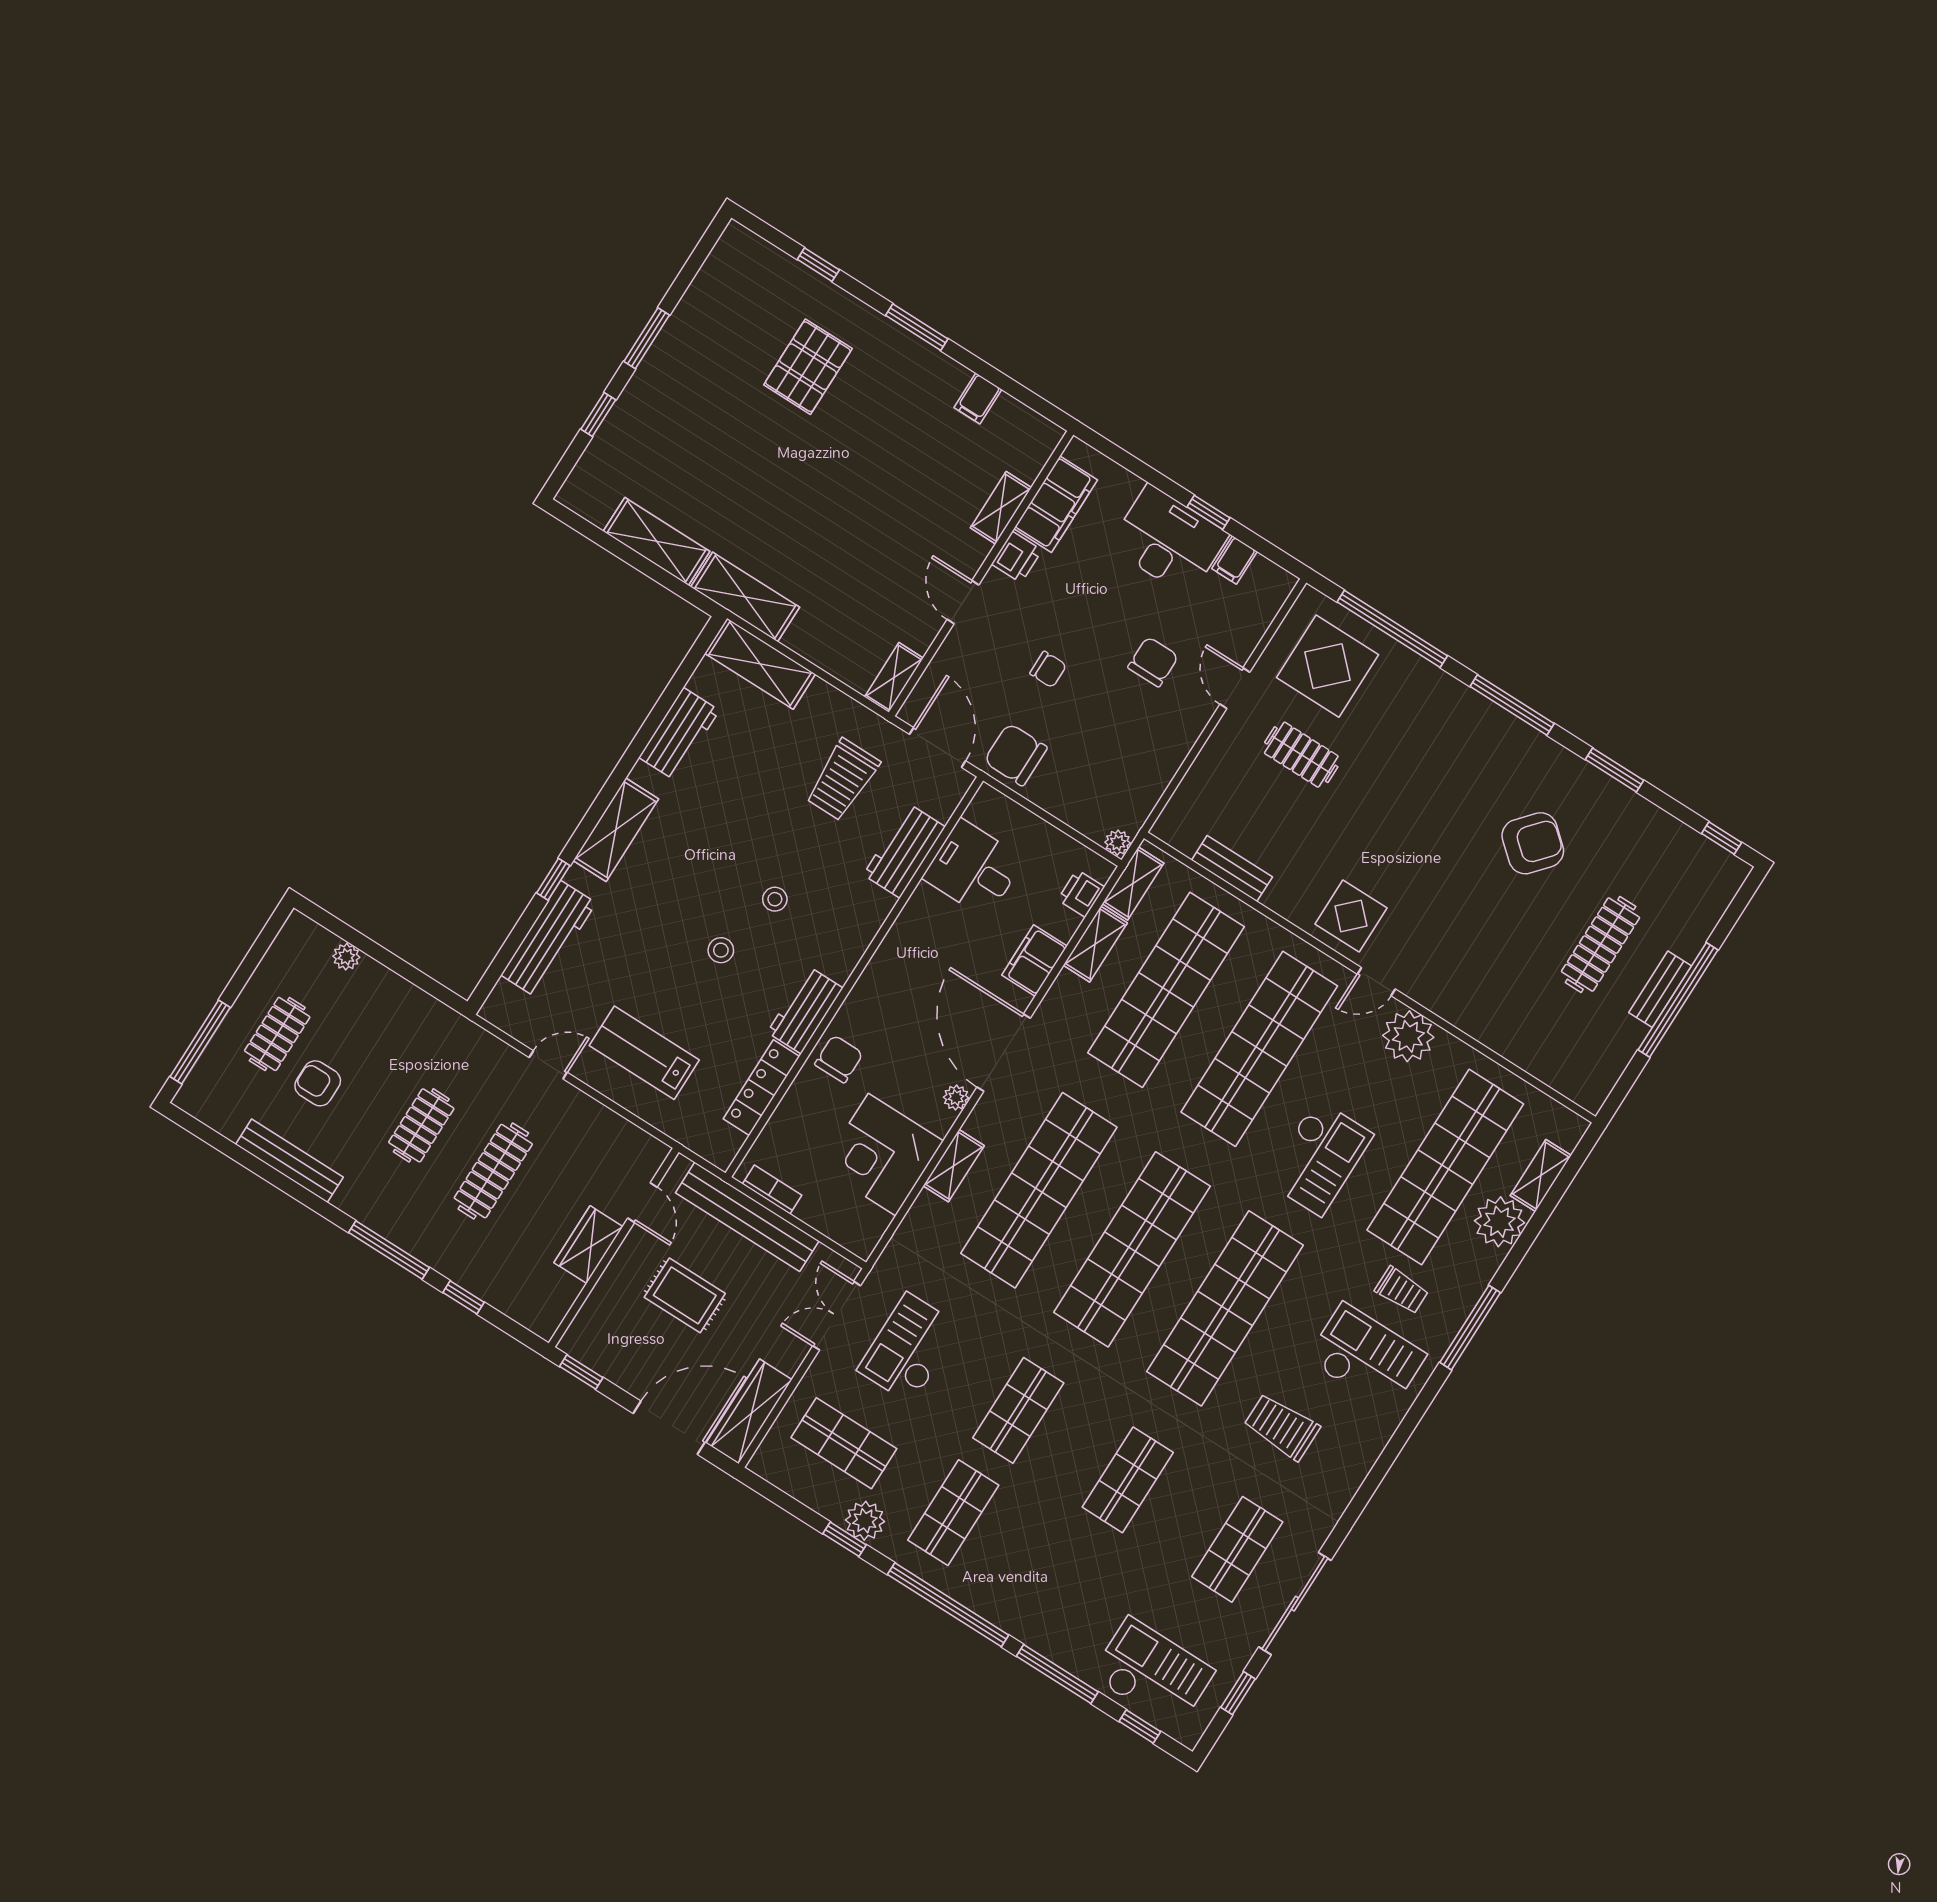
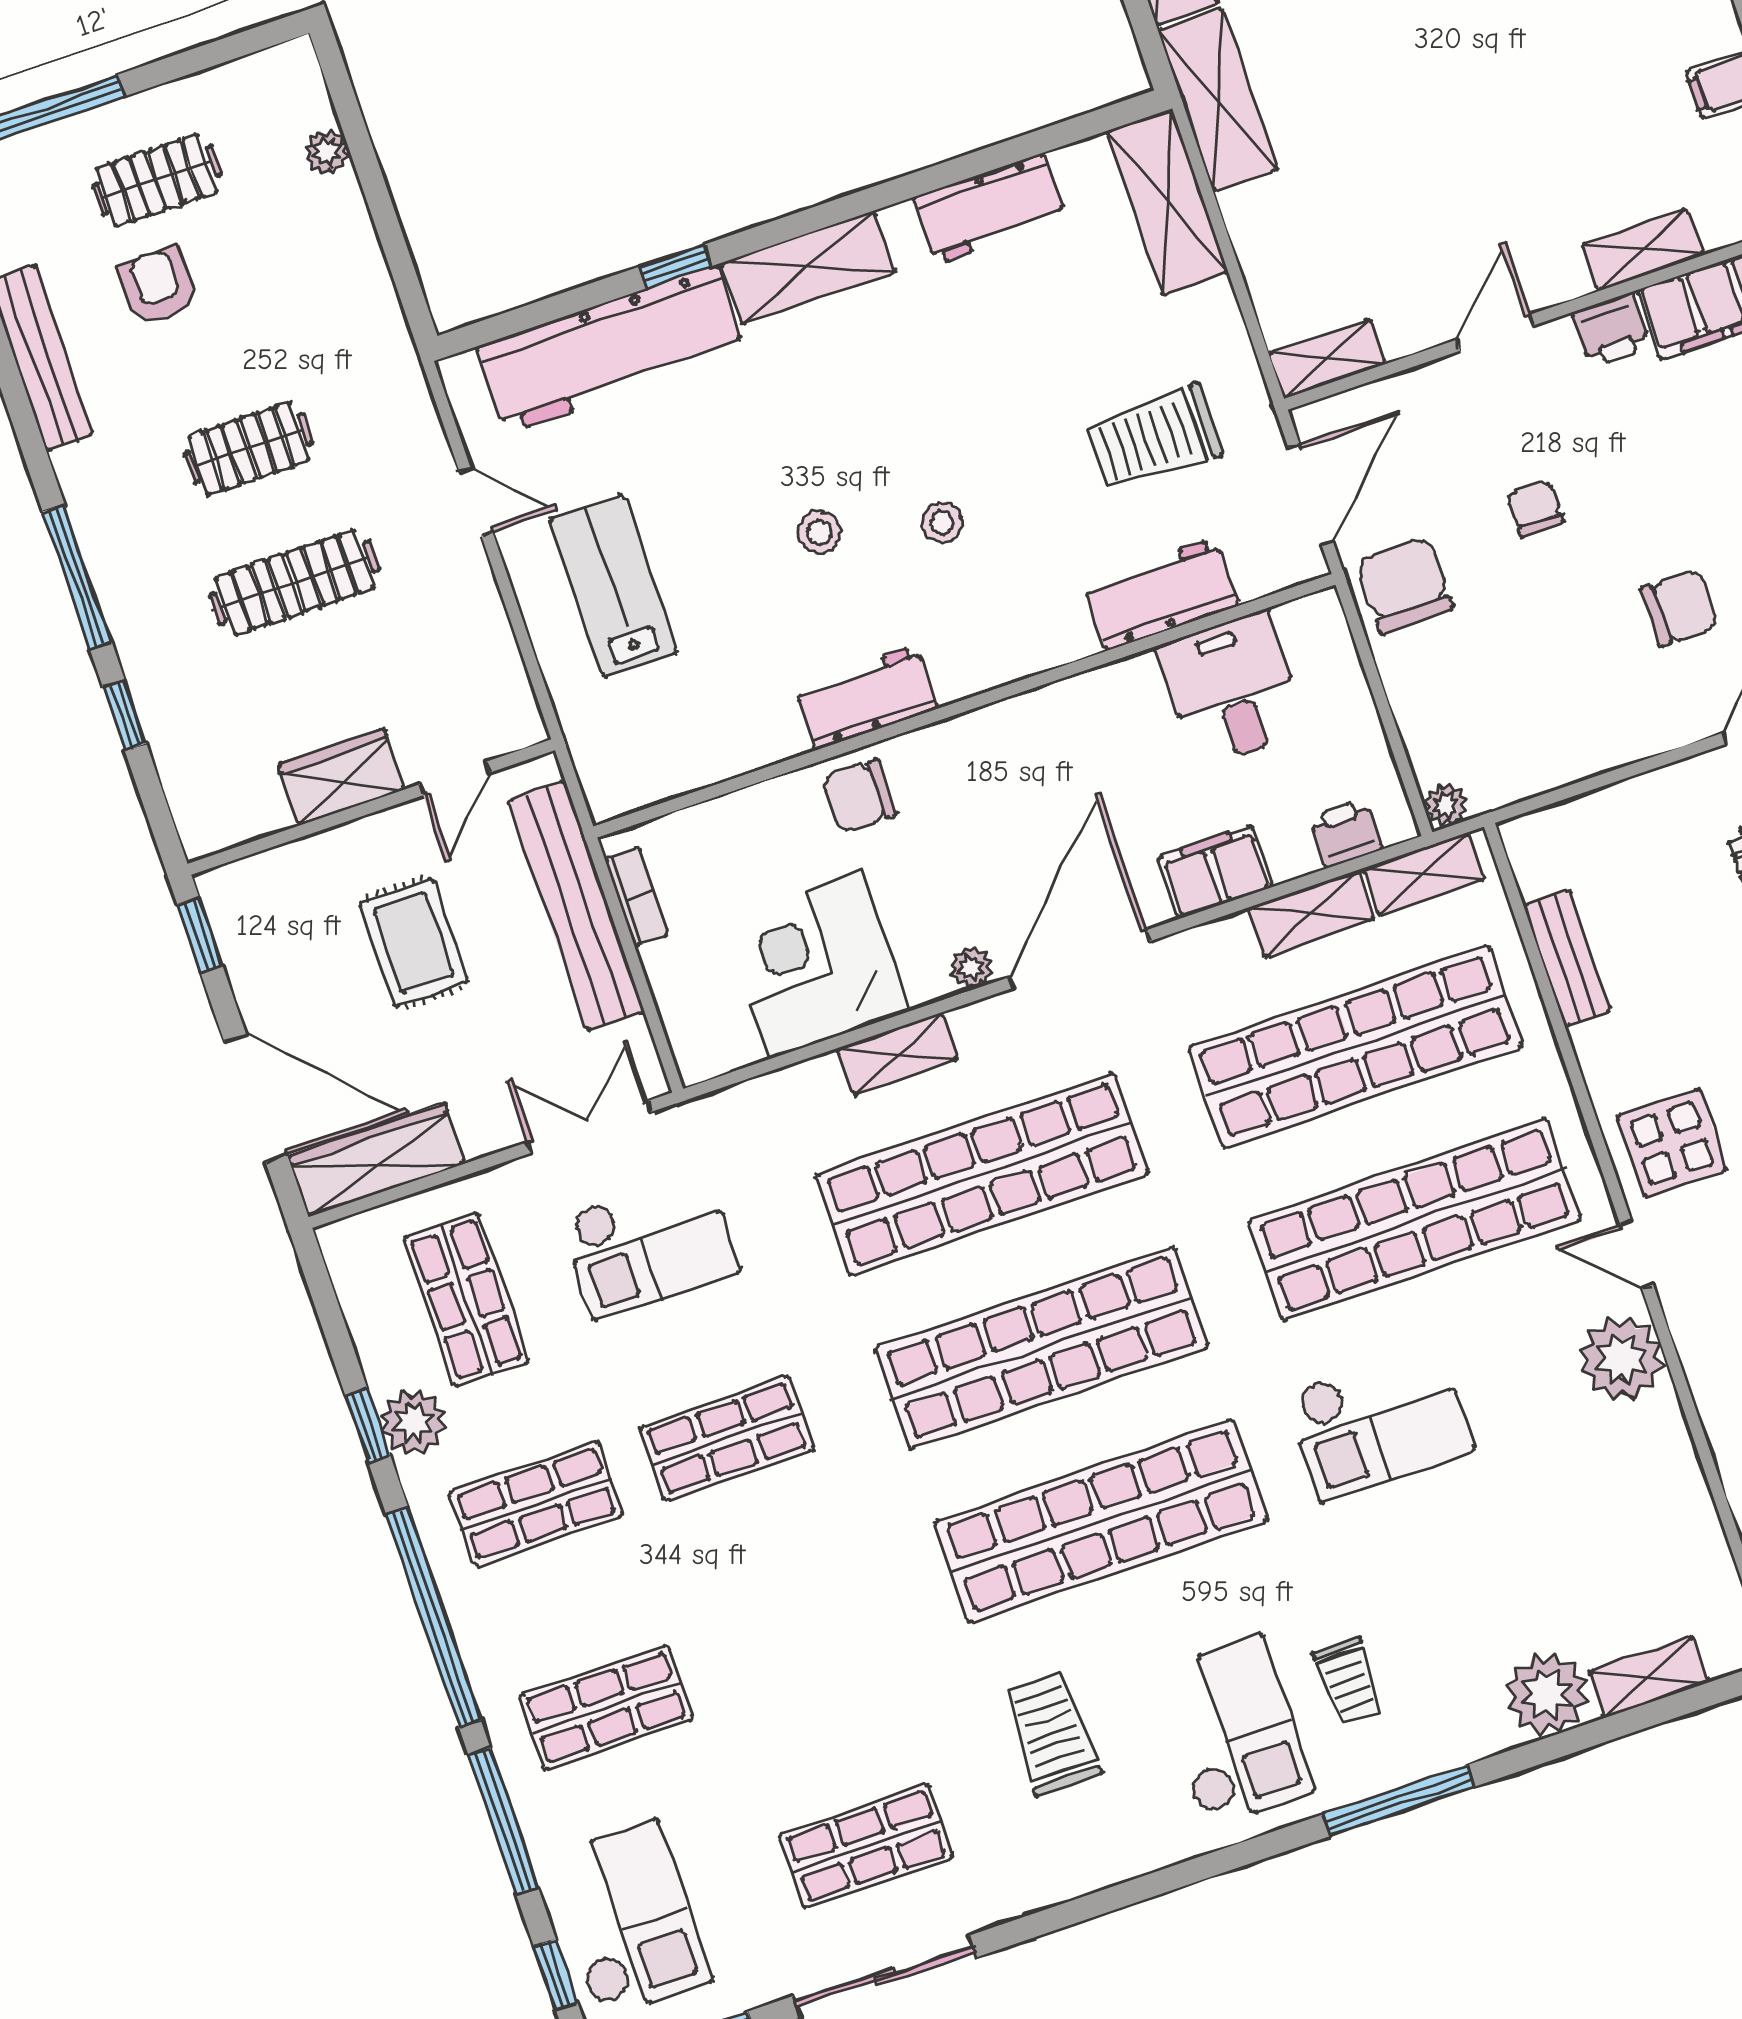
chair: (1048, 669) -> (1535, 508), turned 180
workbench: (548, 939) -> (611, 349), width x1.36, depth x1.32
chair: (839, 1059) -> (859, 796), turned 180
locker: (761, 1088) -> (729, 753), removed
shop shelf: (1445, 1167) -> (1533, 1567), removed
checkout: (909, 1348) -> (650, 1245), turned 180
shop shelf: (1128, 1480) -> (606, 1708), moved

